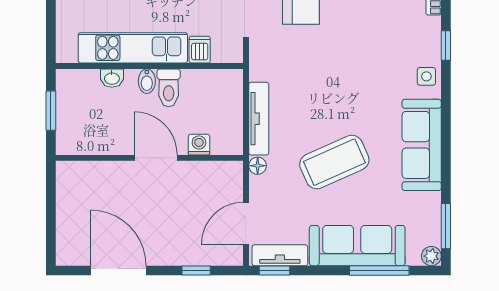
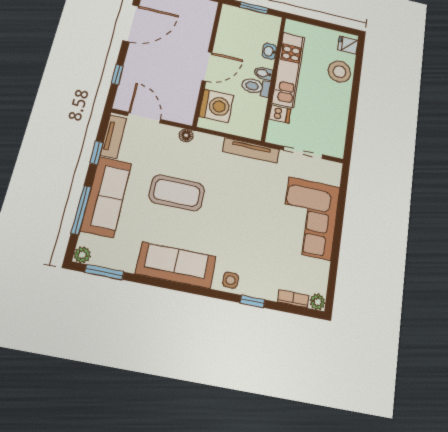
tv unit: (259, 119) -> (251, 150), moved
washing machine: (199, 145) -> (216, 106), width x1.89, depth x1.89
coffee table: (334, 162) -> (177, 193), turned -66
window: (275, 271) -> (96, 153), moved

